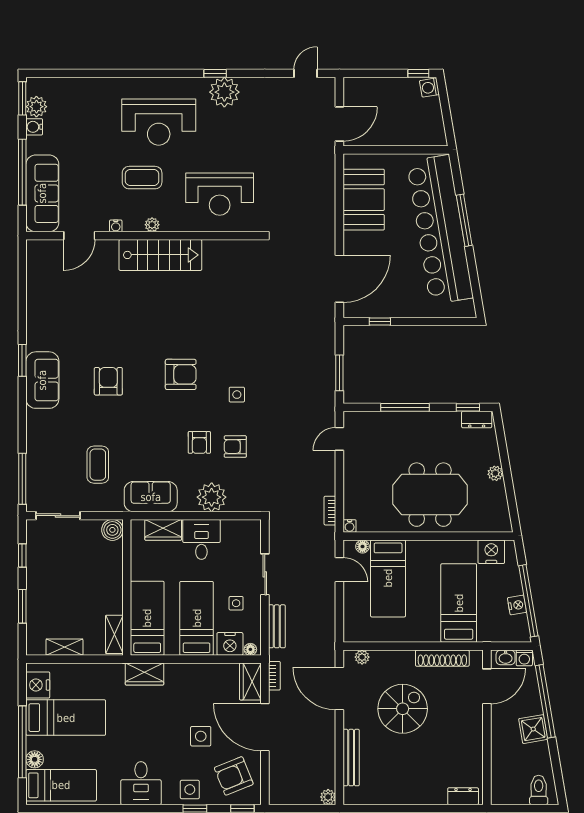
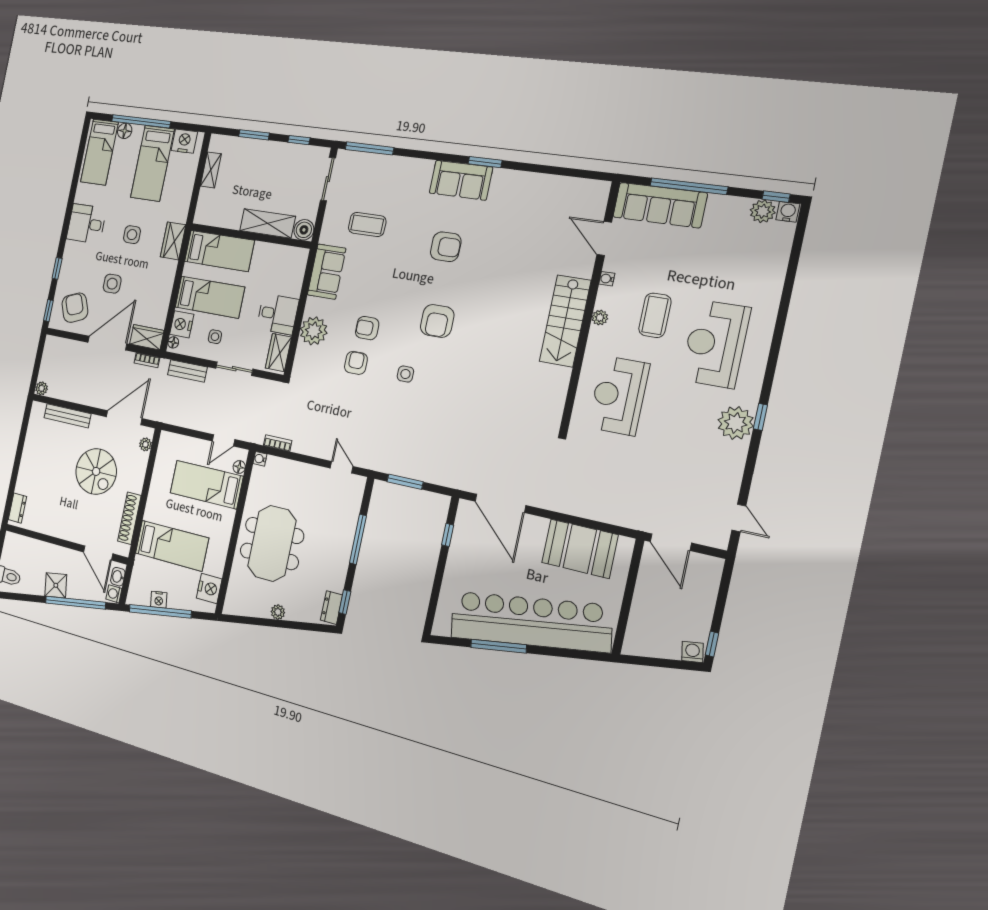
window: (22, 98) -> (776, 197), width x0.67
water cooler: (34, 127) -> (788, 212), moved
window: (464, 220) -> (498, 646), moved
wardrobe: (163, 530) -> (278, 353), moved
shelving: (114, 634) -> (267, 223), moved, width x1.50, depth x1.33
side table: (190, 790) -> (132, 235), moved

